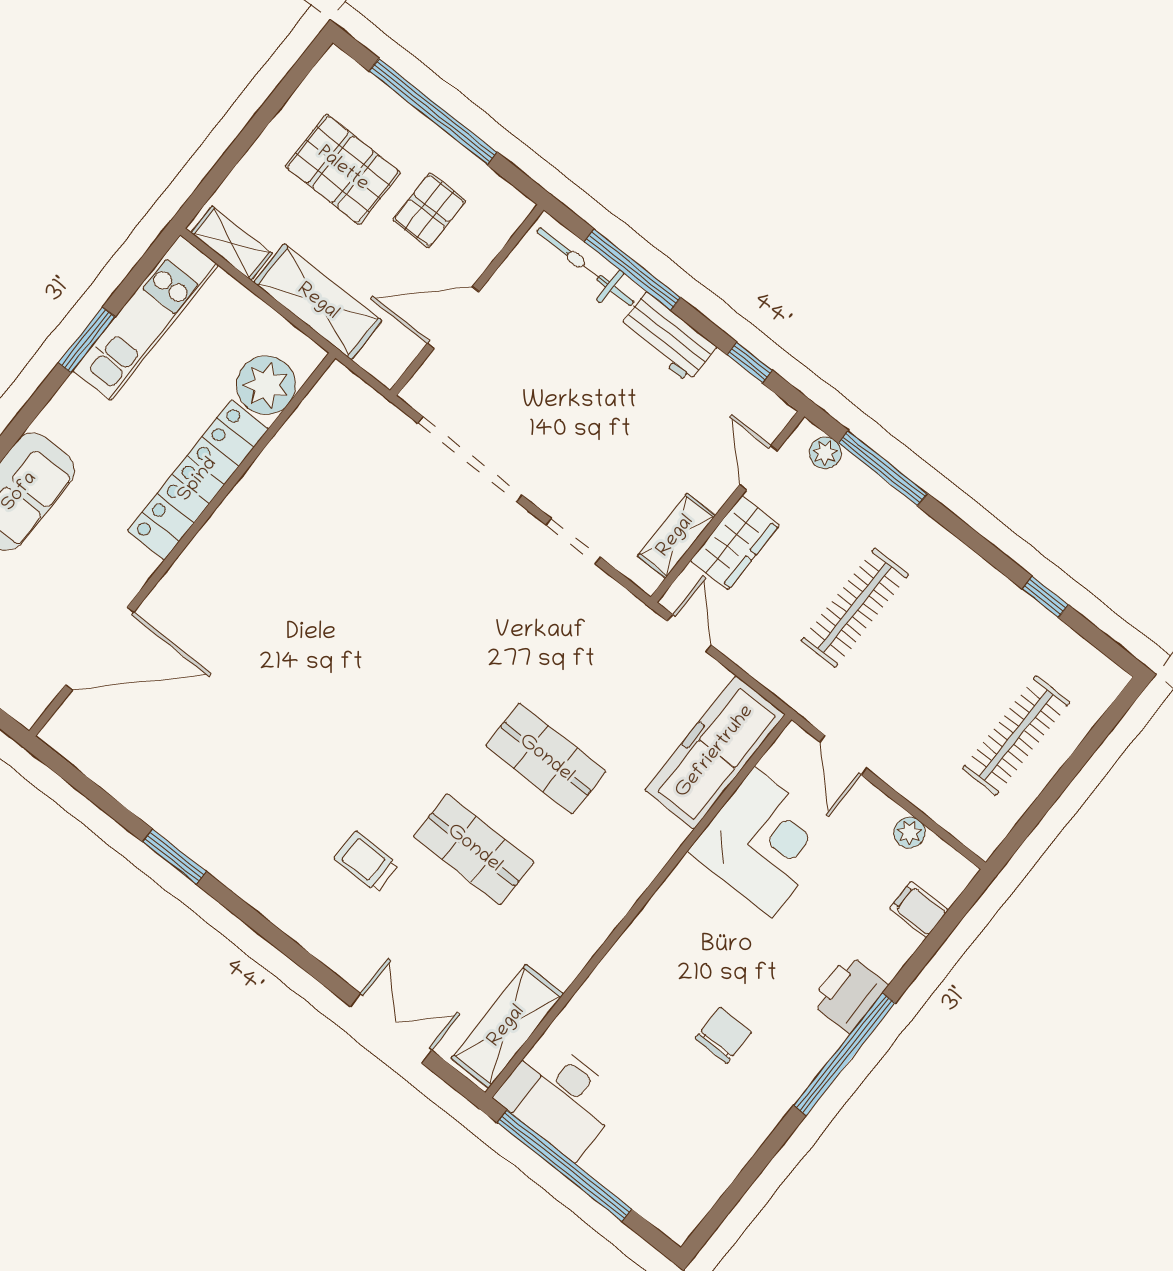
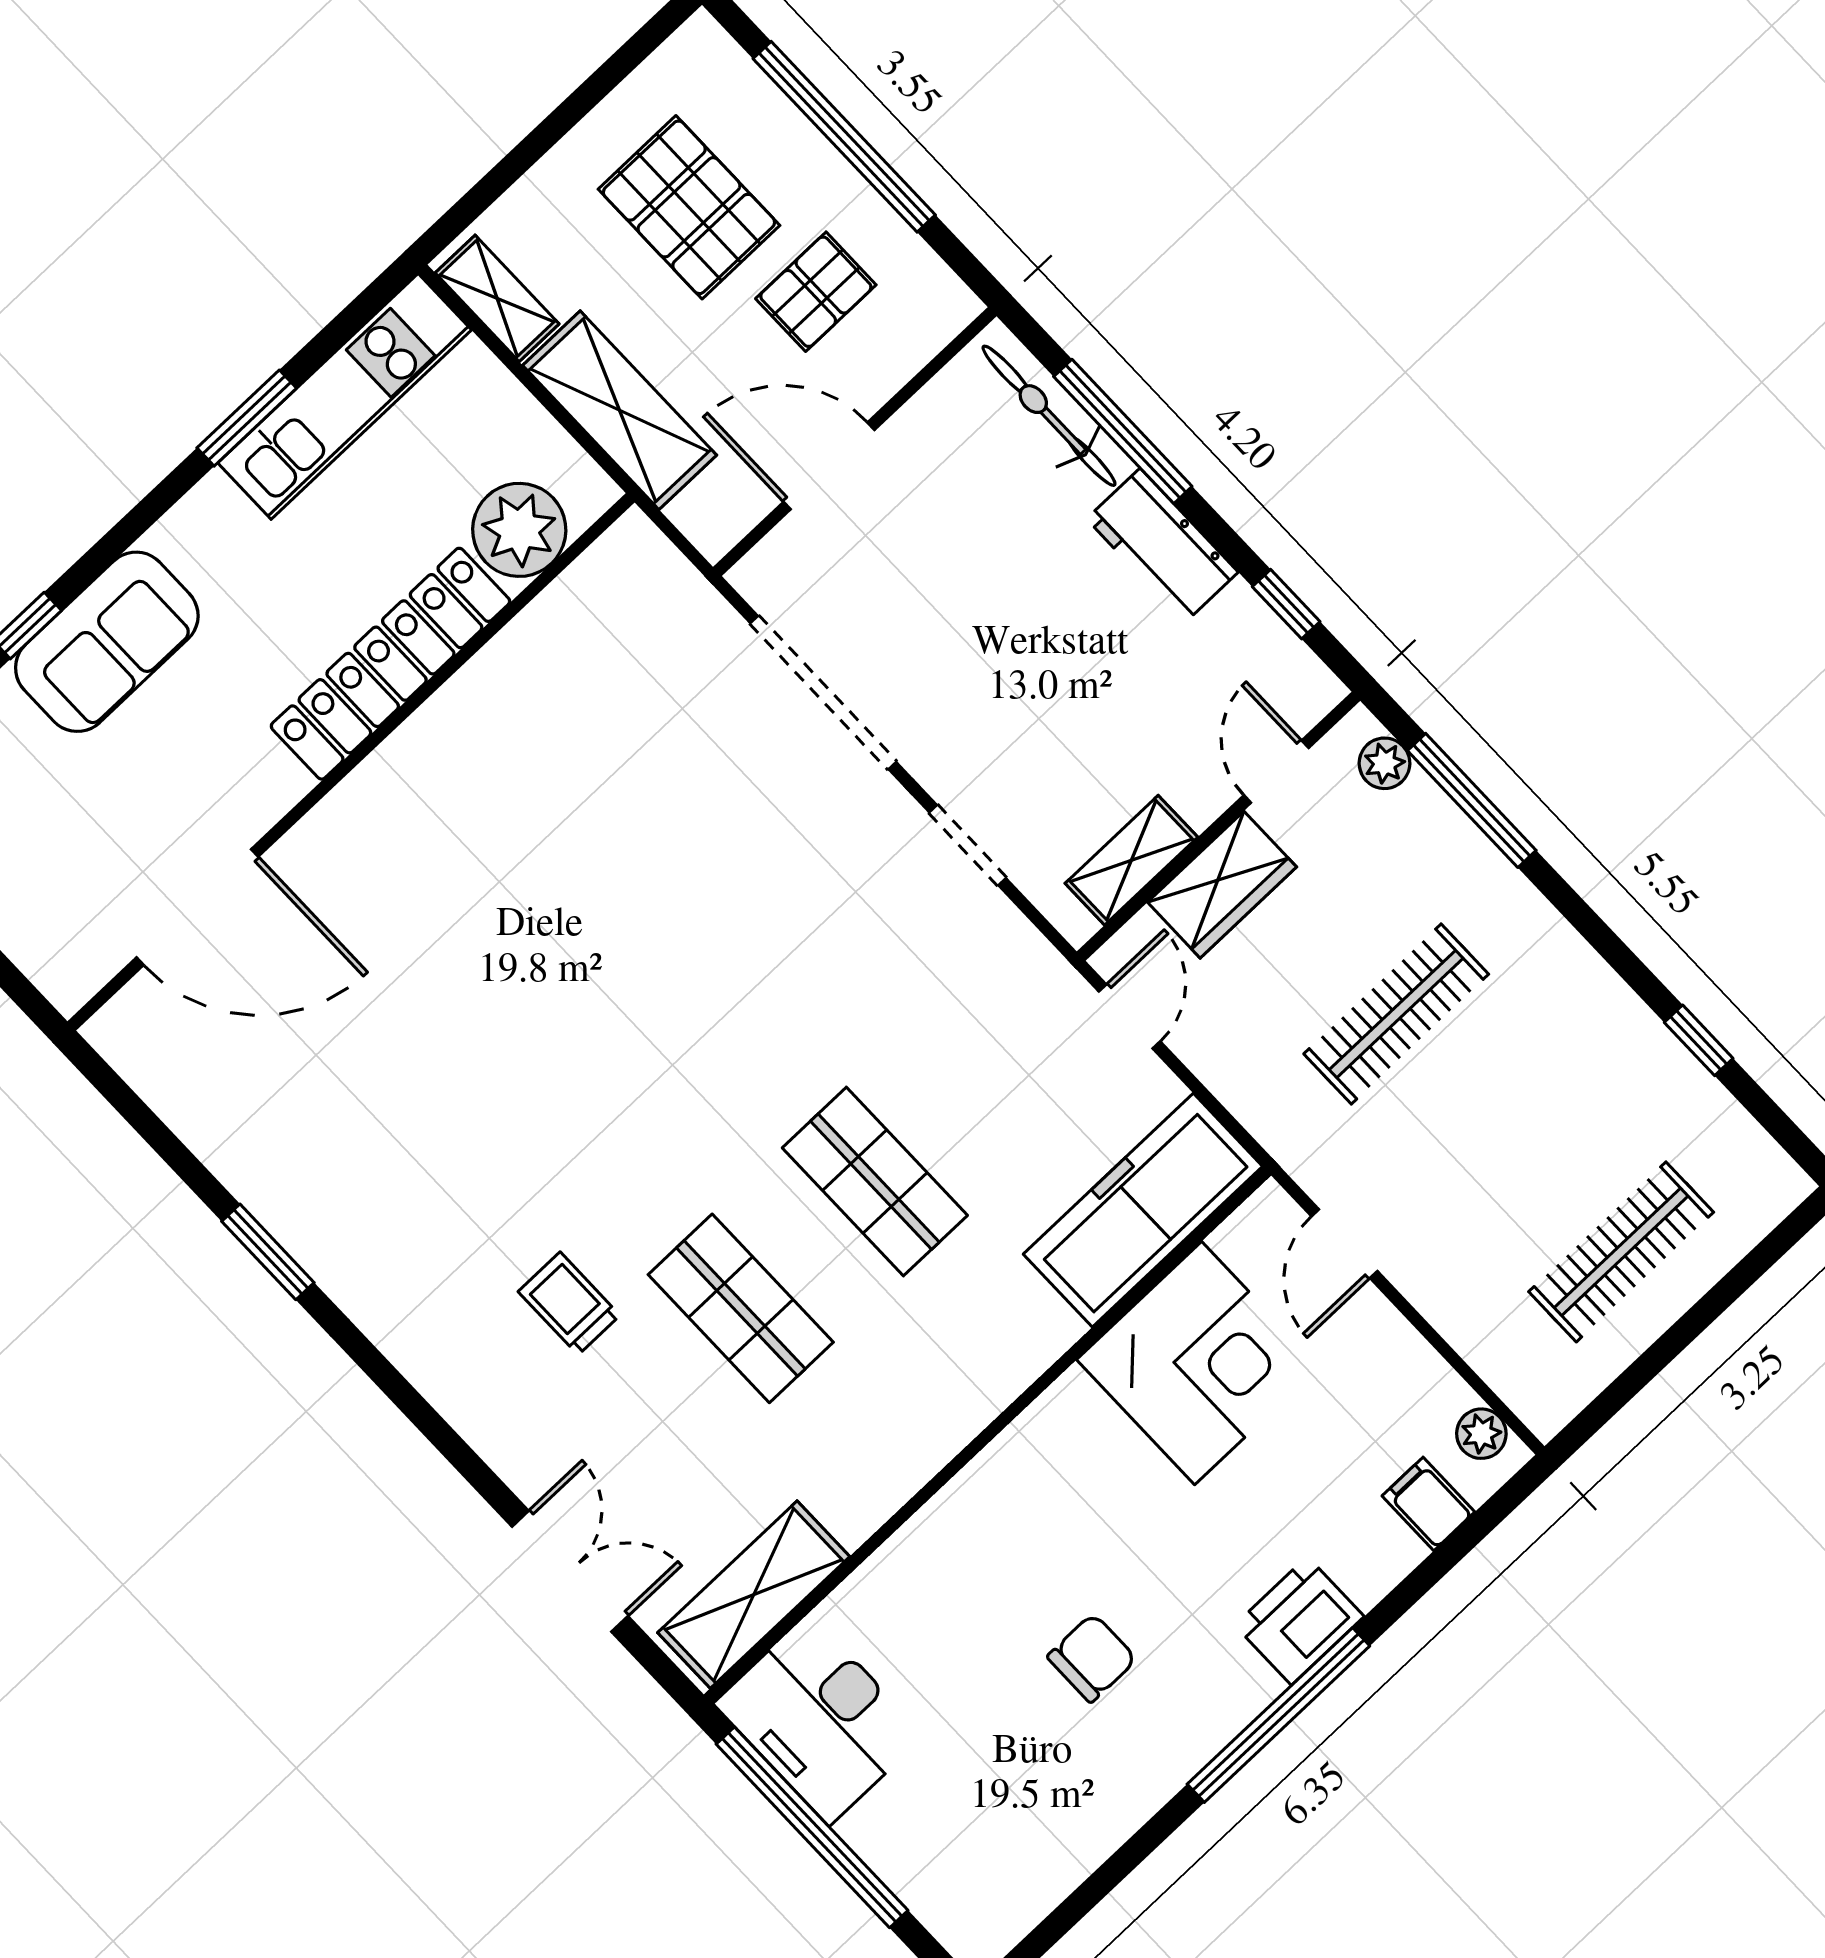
plant: (909, 832) -> (1481, 1434), moved

